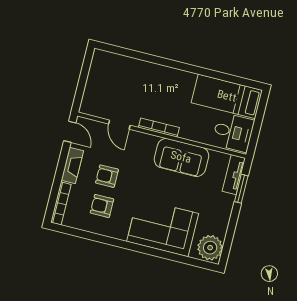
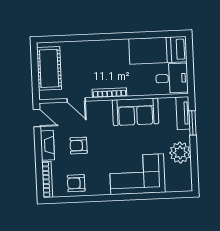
cot: (100, 81) -> (49, 68), added
armchair: (102, 206) -> (76, 183), moved
plant: (210, 248) -> (180, 153), moved

